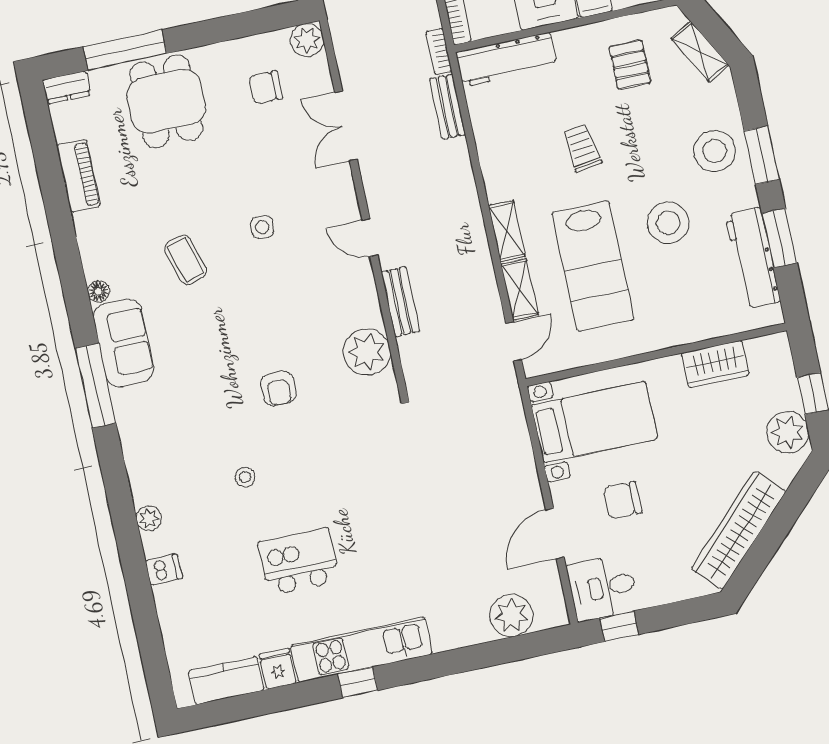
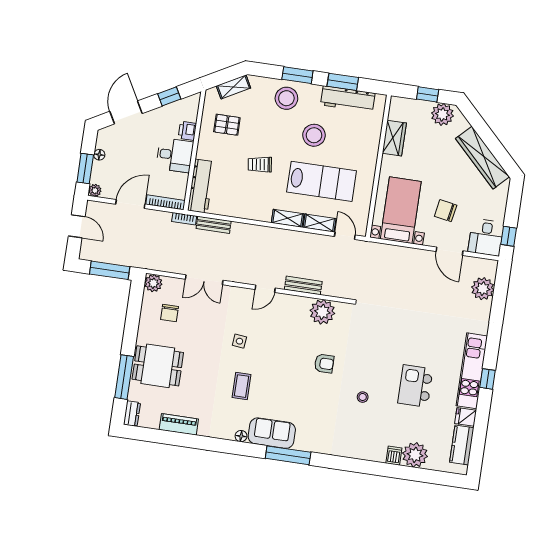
coffee table: (186, 260) -> (242, 386), turned -74
chair: (623, 500) -> (446, 211), turned 100
plant: (149, 518) -> (415, 455), moved, width x1.88, depth x1.88

